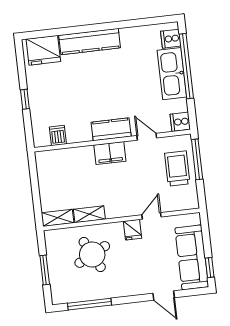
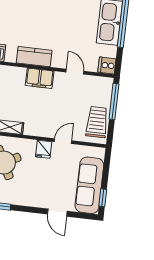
kitchen counter: (111, 129) -> (34, 57), moved
trolley: (177, 169) -> (97, 122), moved

